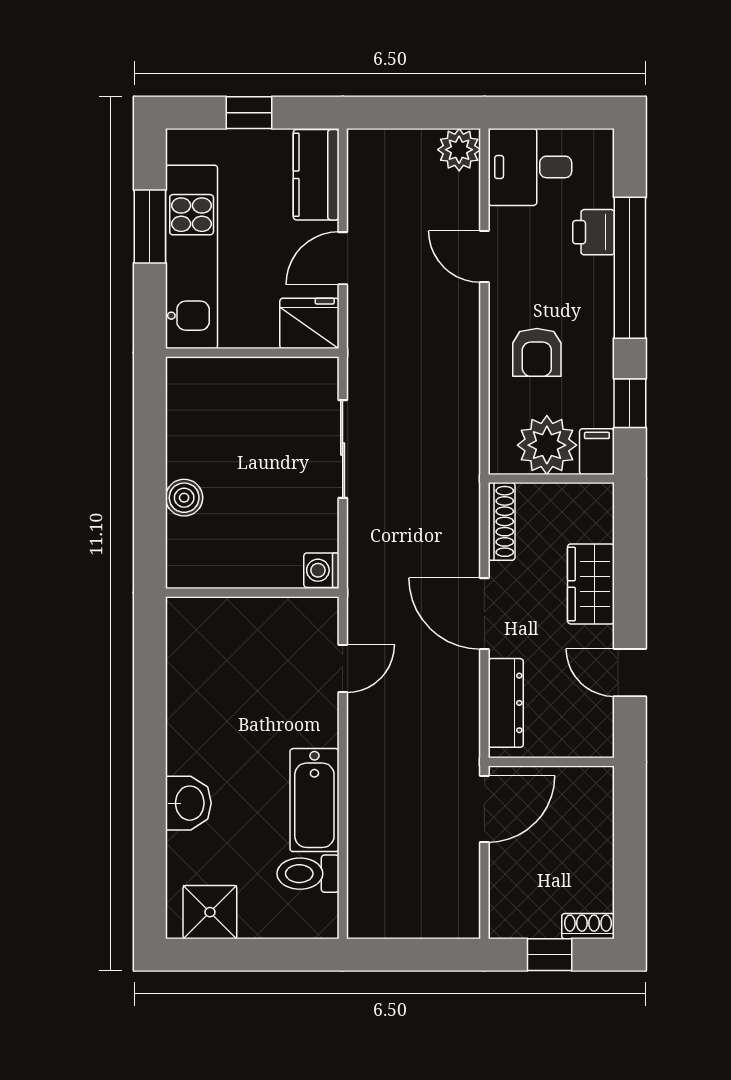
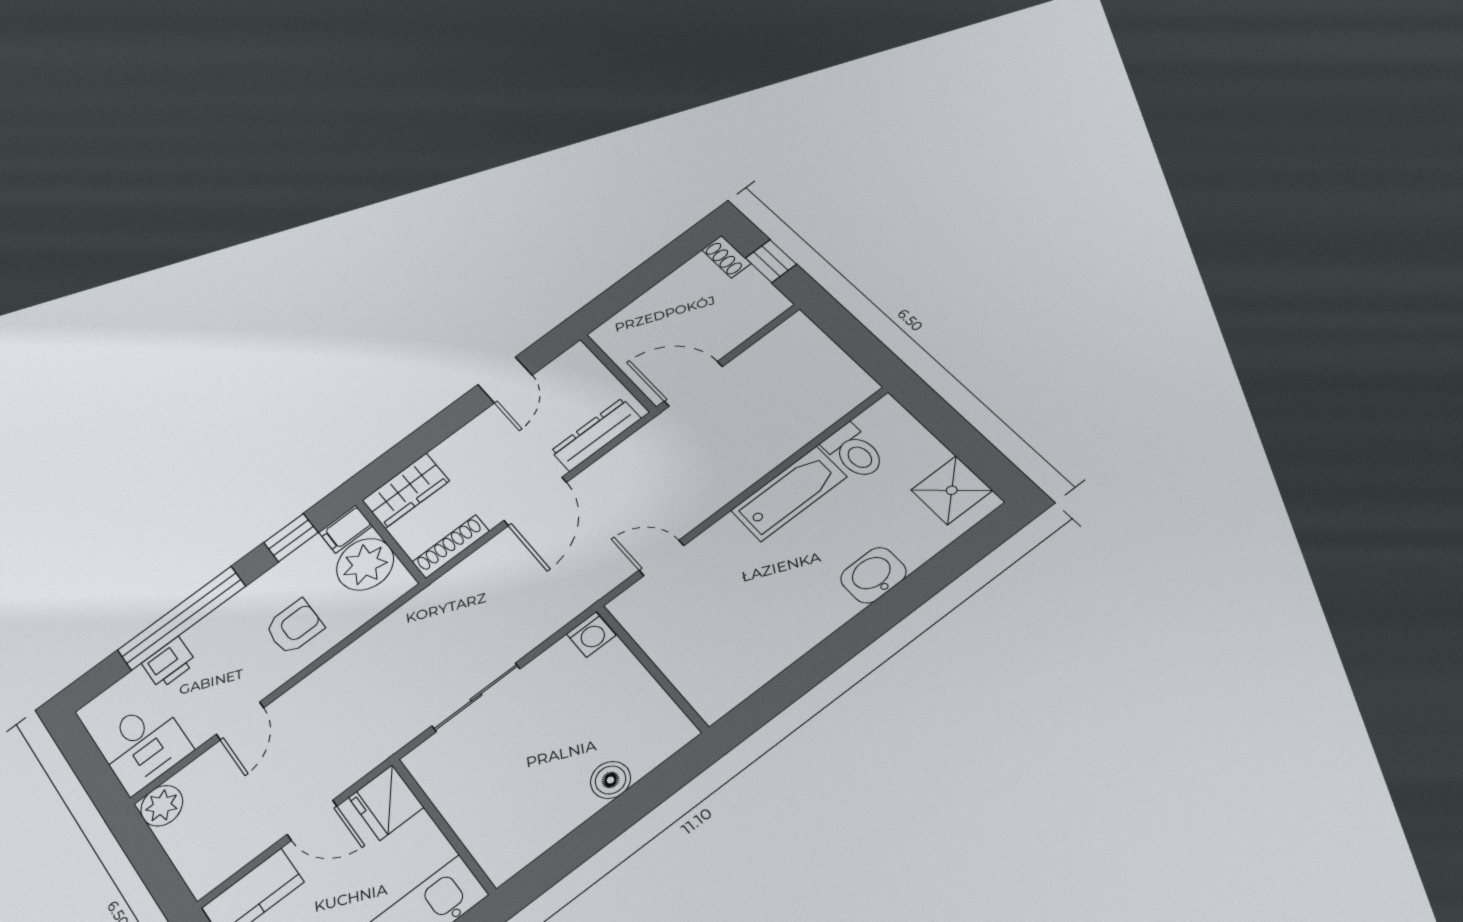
wardrobe: (591, 584) -> (406, 491), moved

